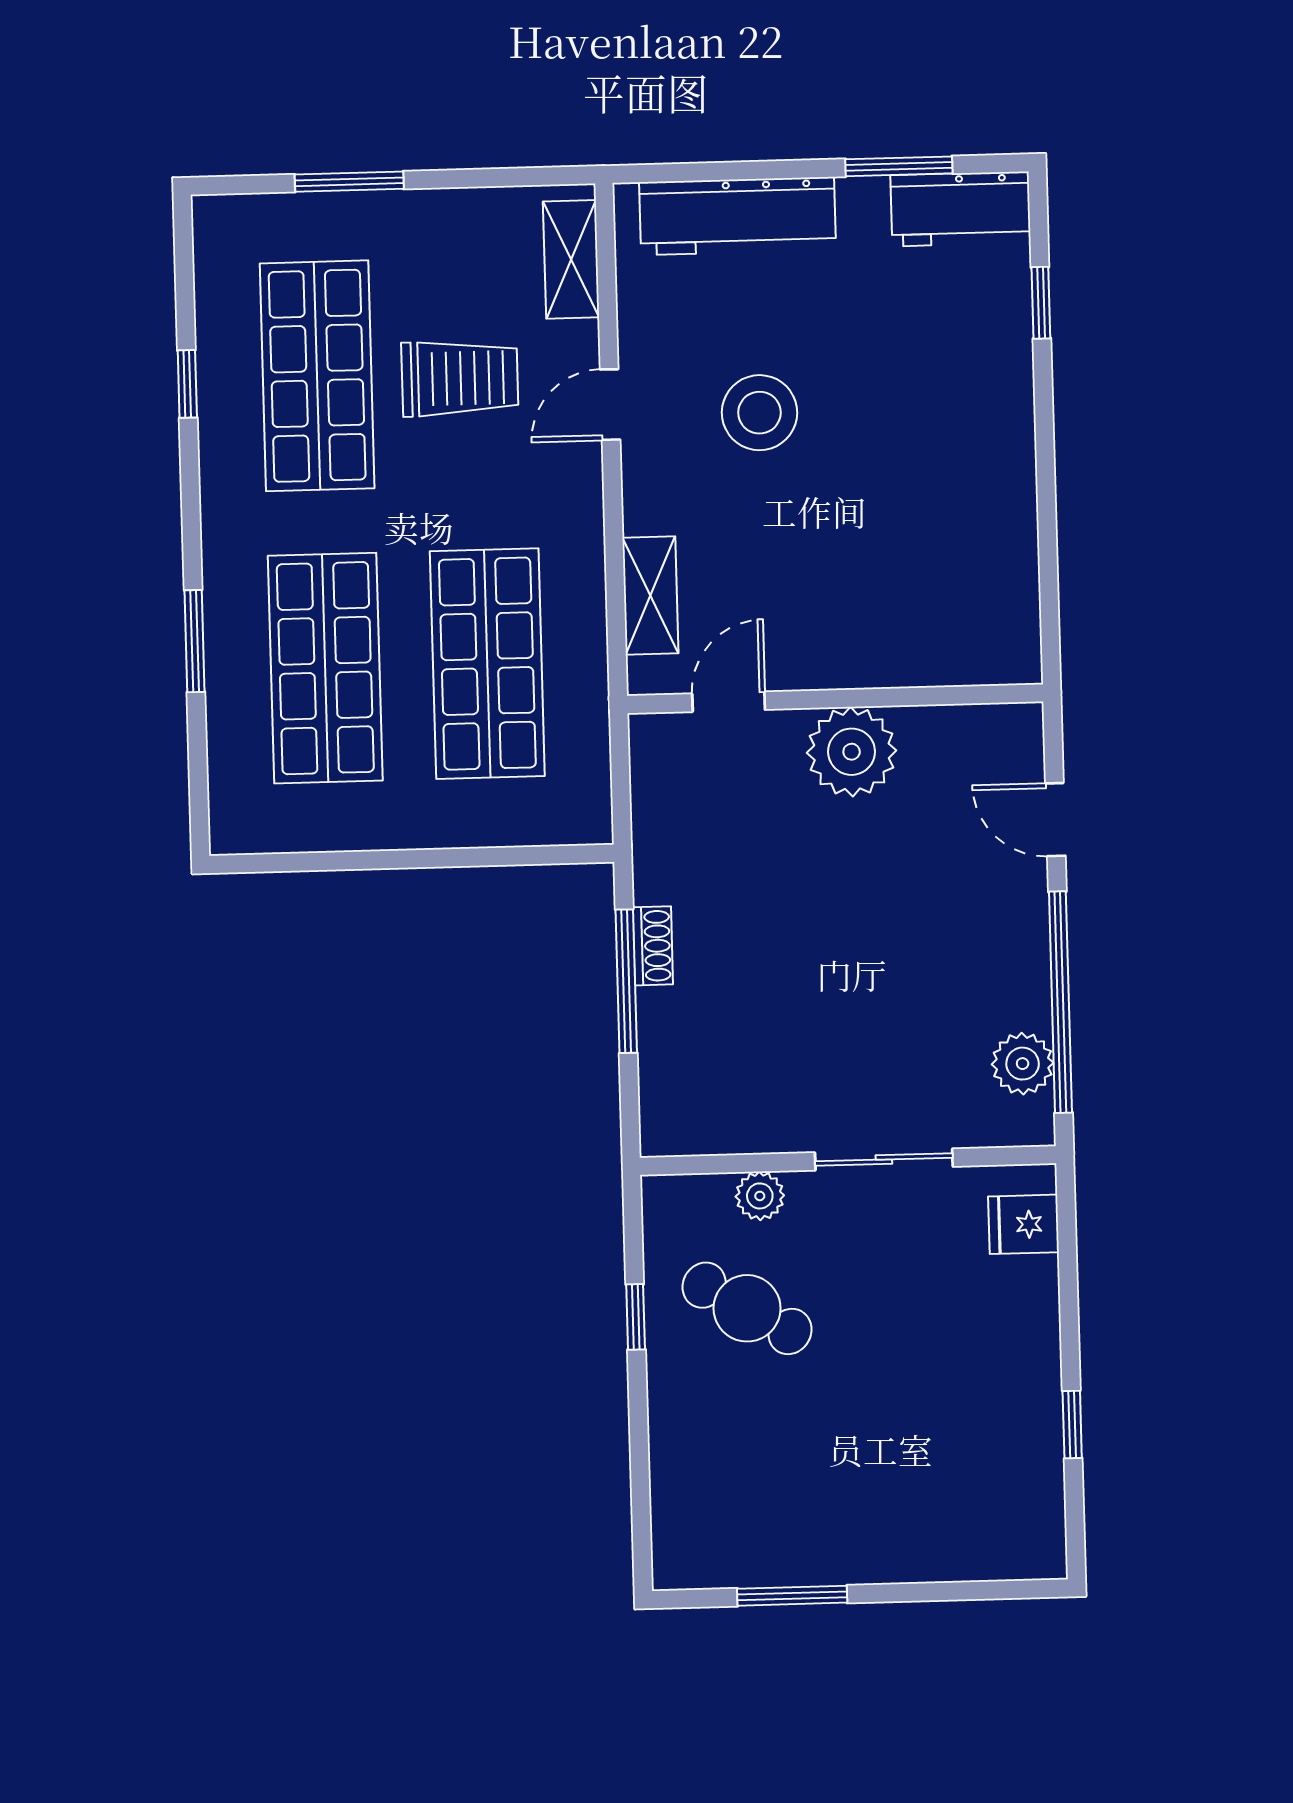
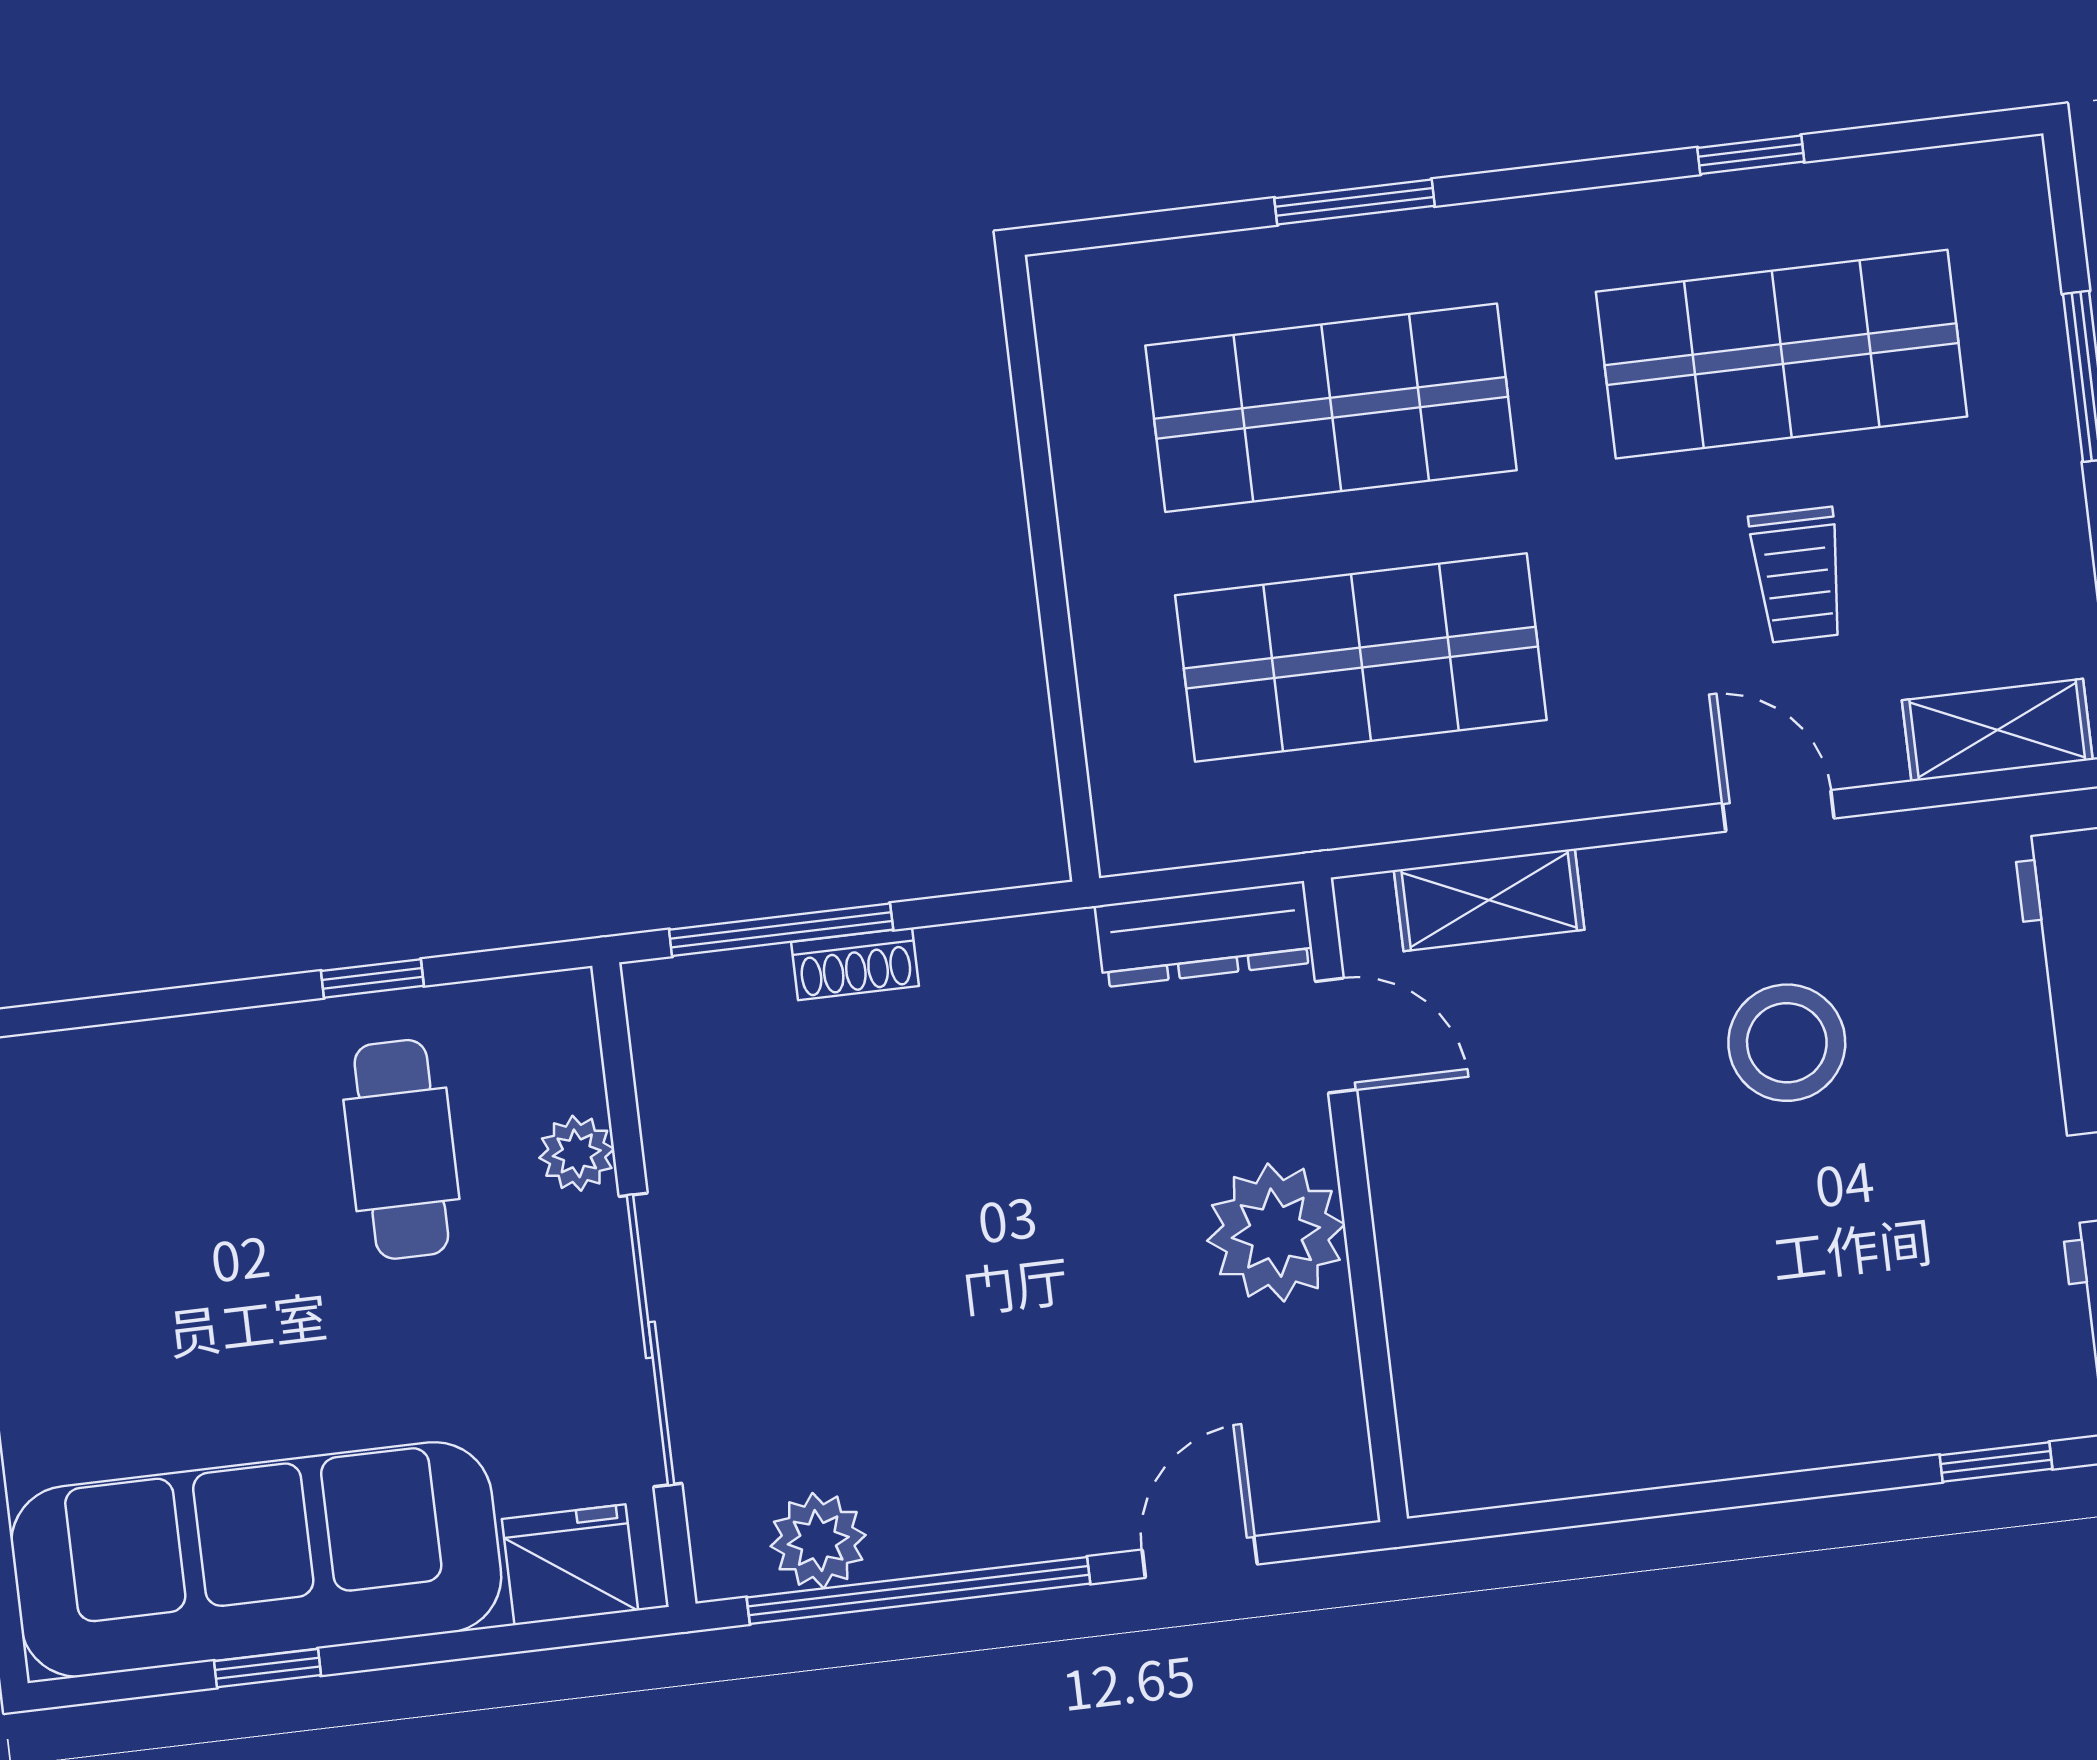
trolley: (460, 378) -> (1798, 575), width x0.73, depth x0.72
dresser: (656, 780) -> (1204, 934), added
shoe rack: (653, 946) -> (855, 964), moved
window: (626, 981) -> (781, 930), moved
sliding door: (884, 1160) -> (650, 1340), width x1.37
fridge: (1024, 1224) -> (570, 1565), width x1.38
cafe table: (747, 1308) -> (401, 1149), turned -30
sofa: (1002, 1425) -> (256, 1559), added

